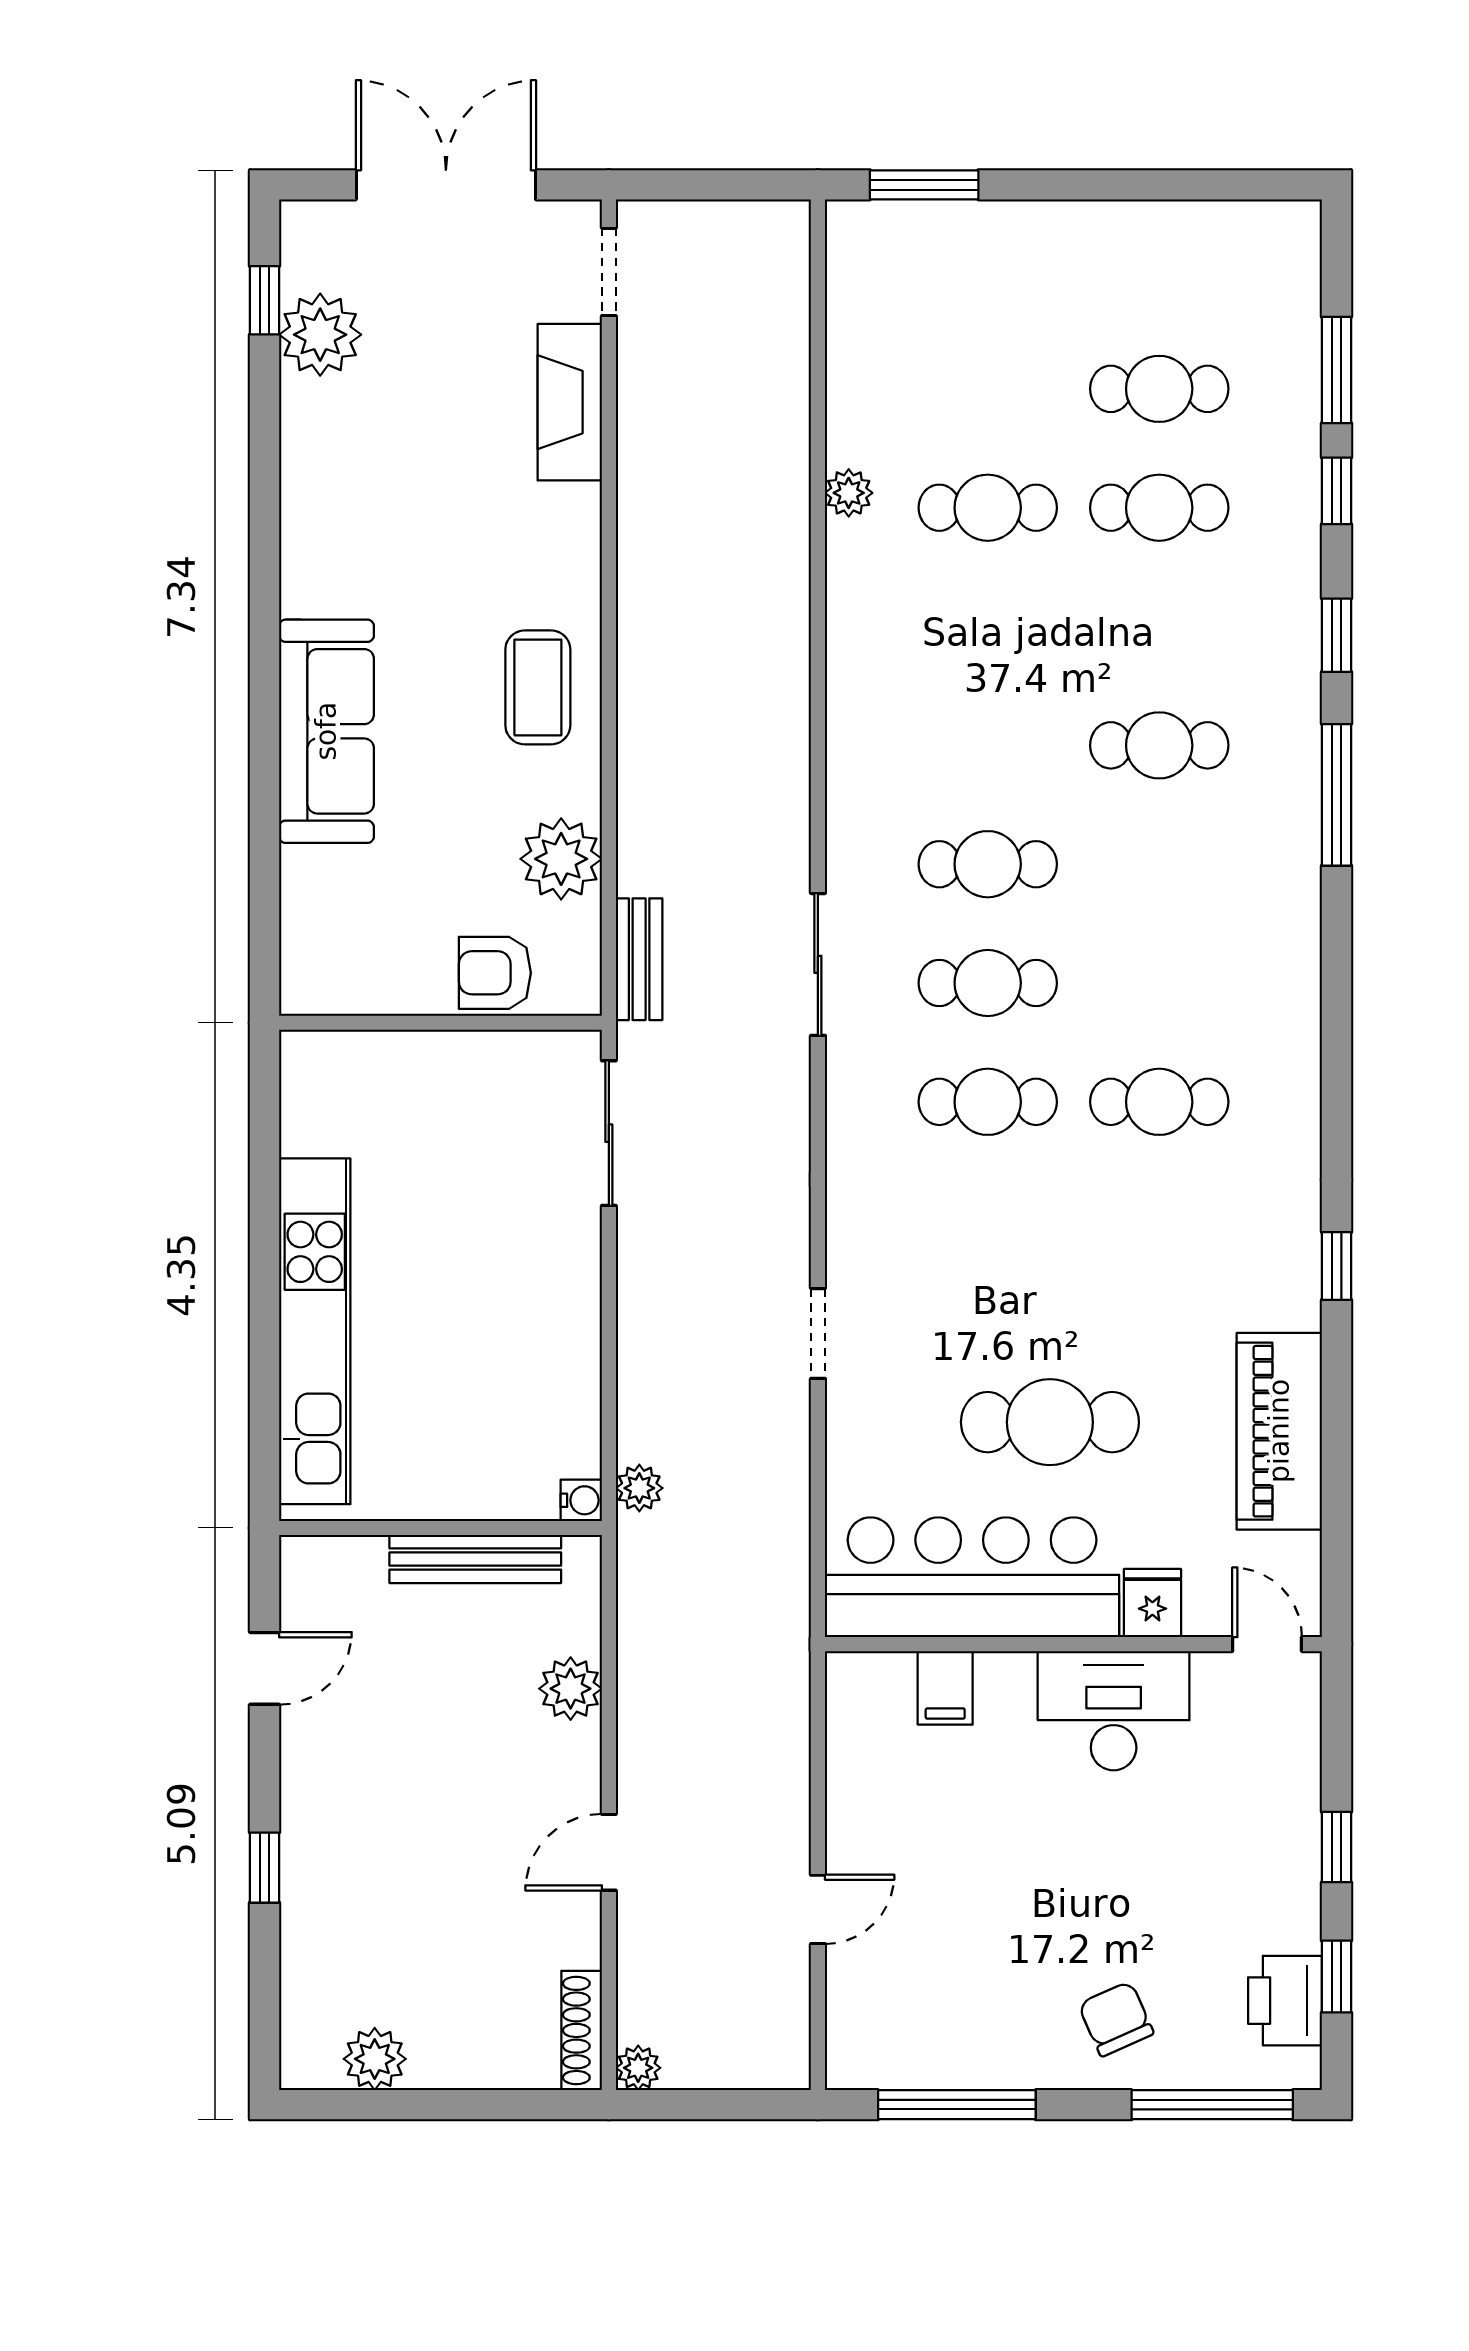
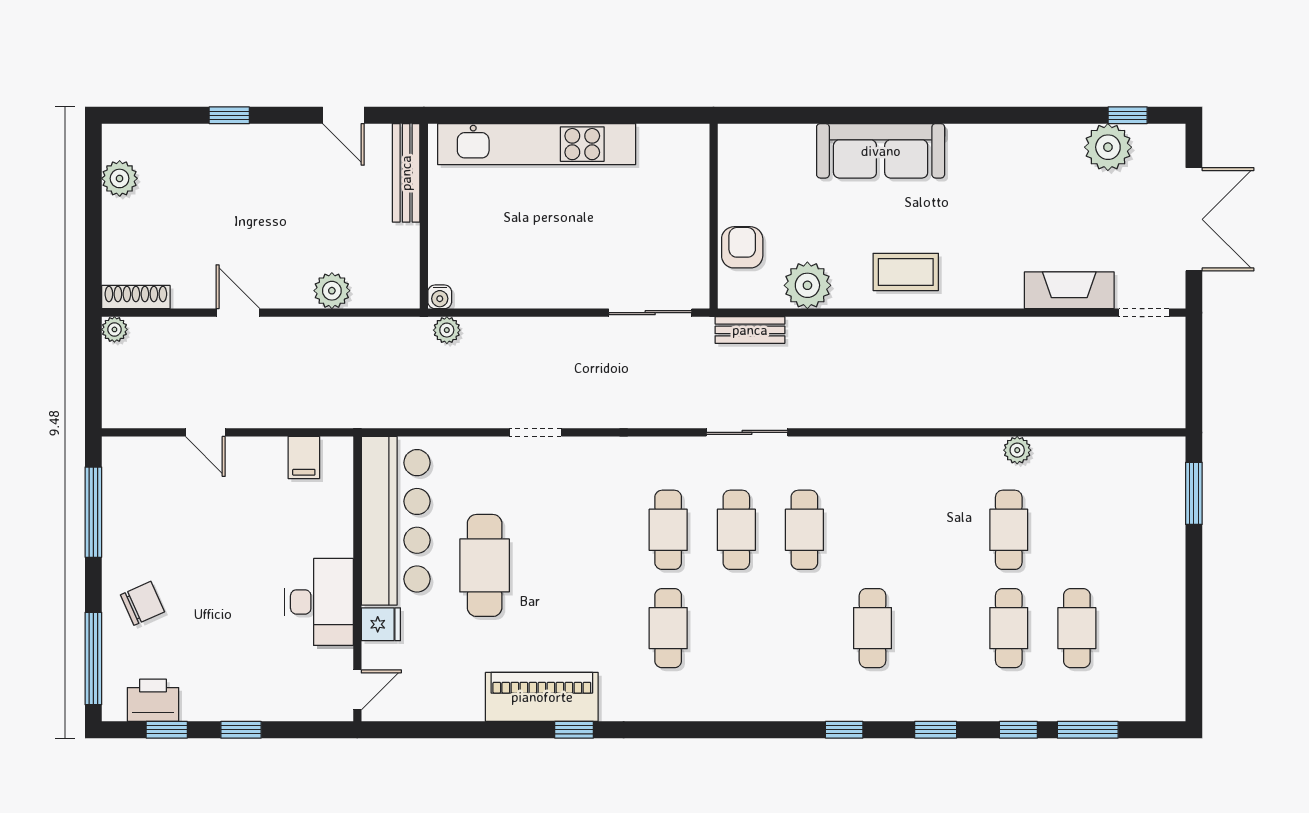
window: (1337, 795) -> (844, 730), width x0.46
piano: (1279, 1431) -> (542, 697), moved
bench: (475, 1559) -> (406, 173), moved
filing cabinet: (945, 1688) -> (304, 458), moved, turned -90

